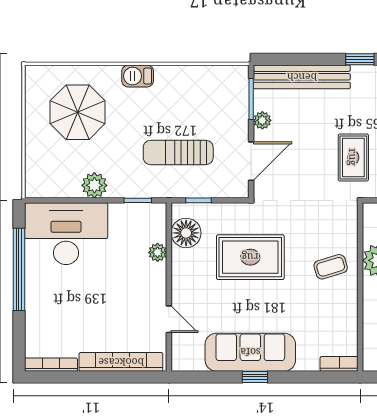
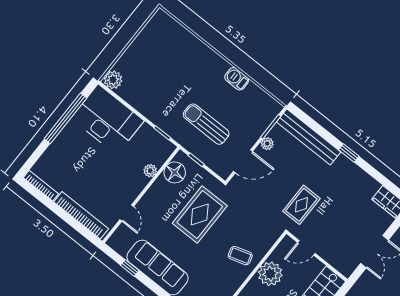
barbecue: (138, 76) -> (237, 79), moved
parasol: (78, 112) -> (168, 57), removed
plant: (94, 185) -> (113, 80), moved
rug: (250, 257) -> (200, 214), turned 90
window: (255, 377) -> (130, 268), moved

